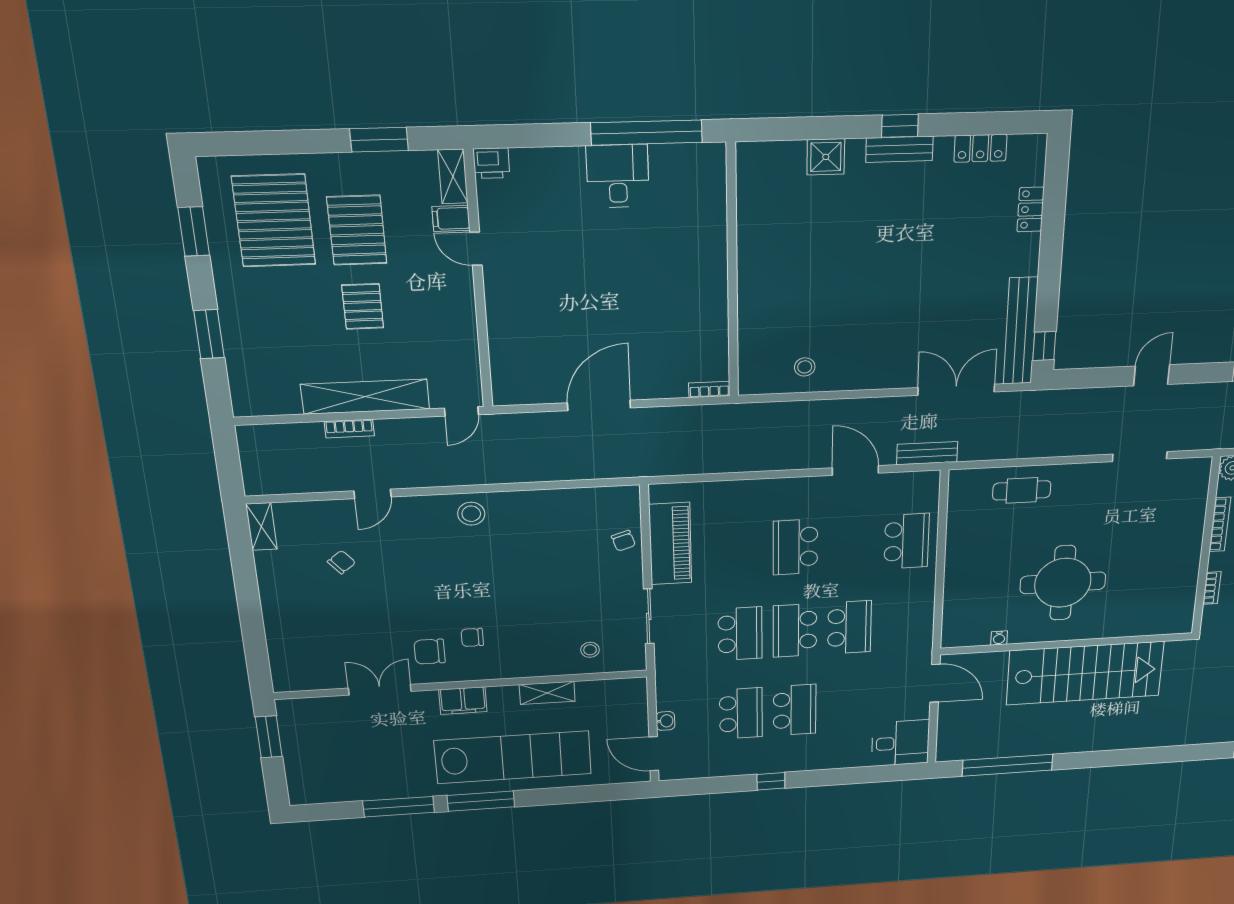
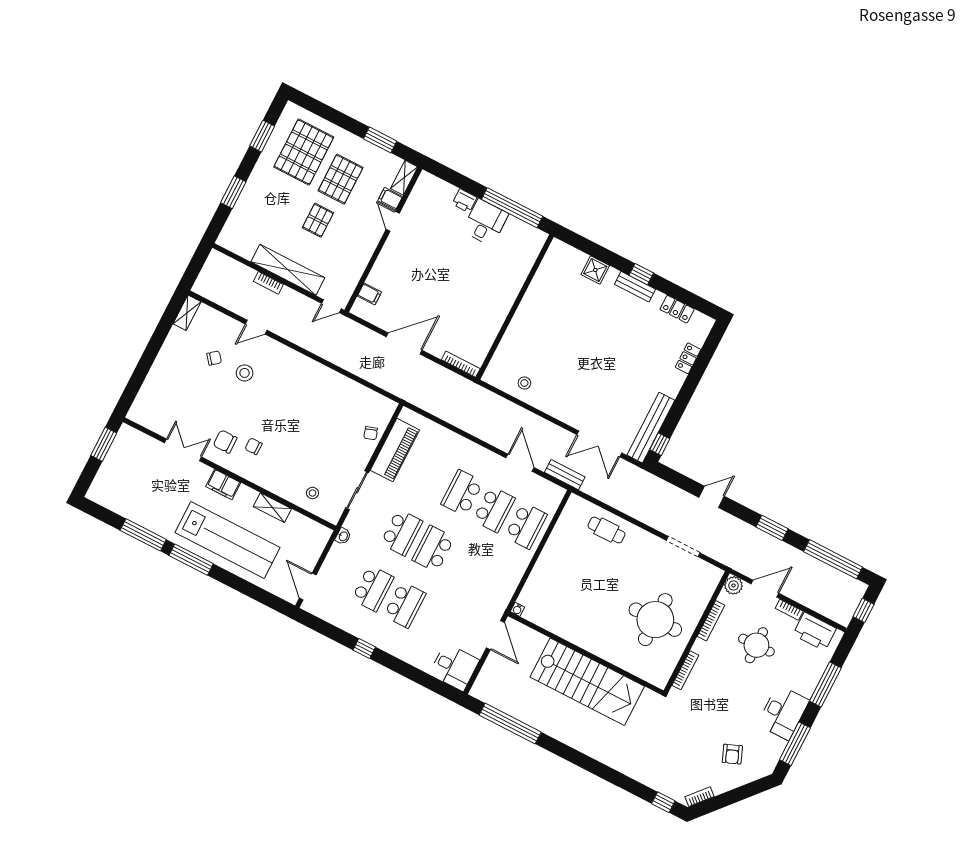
printer: (491, 163) -> (464, 201), moved
filing cabinet: (506, 367) -> (369, 294), added
bookcase: (709, 389) -> (461, 364), width x1.56
double door: (956, 390) -> (599, 444), swing flipped
stool: (471, 514) -> (245, 373), moved
round table: (1063, 583) -> (655, 620), moved
bookcase: (1212, 588) -> (685, 670), width x1.56
school desk: (849, 627) -> (494, 509), moved
water cooler: (999, 638) -> (517, 609), moved
washbasin: (665, 721) -> (343, 536), moved

